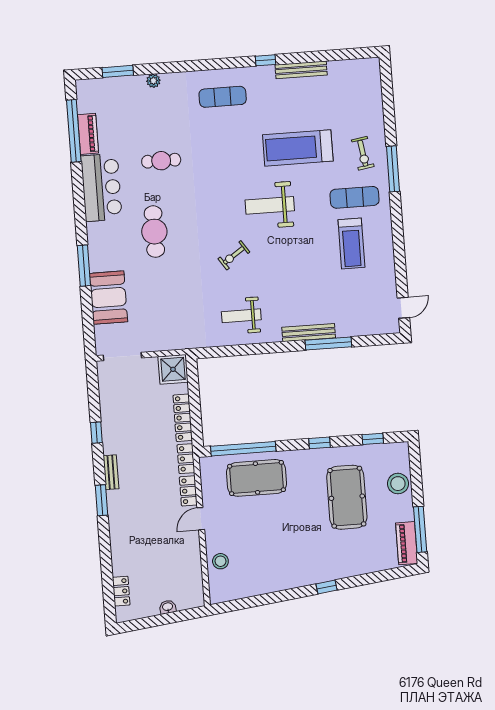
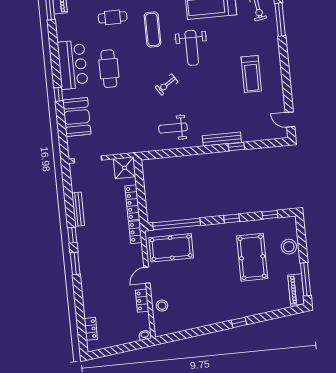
bar counter: (101, 187) -> (73, 65), moved
exercise mat: (355, 197) -> (153, 29), moved, turned 90
weight bench: (270, 205) -> (192, 48), turned -90
window: (84, 266) -> (58, 94), width x0.46
door: (403, 308) -> (290, 120), swing flipped
window: (328, 344) -> (236, 147), width x0.46
window: (96, 433) -> (72, 235), moved
bench: (111, 472) -> (78, 209), moved, width x1.36
pool table: (256, 478) -> (171, 248), moved
locker: (188, 491) -> (142, 301), moved
washbasin: (168, 607) -> (145, 335), moved

